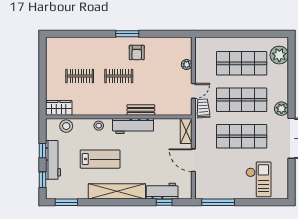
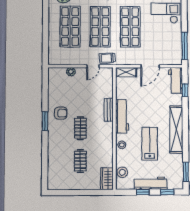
door: (193, 91) -> (93, 66), swing flipped
workbench: (162, 191) -> (176, 80), moved

